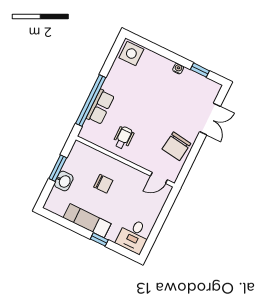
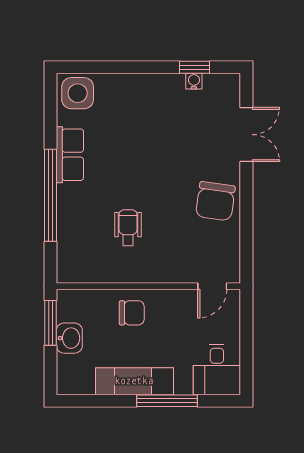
water cooler: (178, 68) -> (194, 81), moved
row of seats: (100, 107) -> (70, 155), moved
wall: (125, 161) -> (148, 286), moved
door: (159, 178) -> (212, 286), moved
window: (99, 239) -> (167, 401), width x2.17

